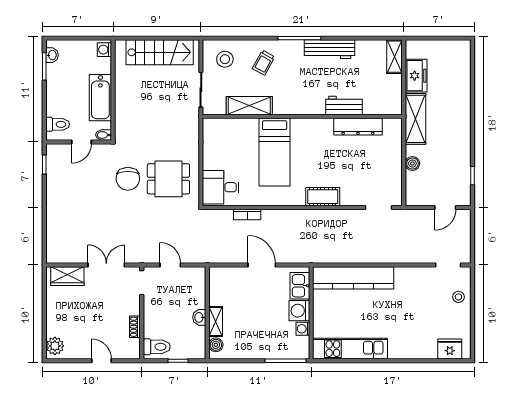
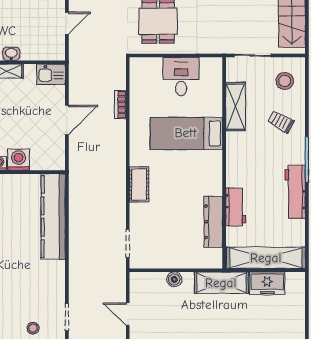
shelving: (395, 57) -> (266, 258), width x2.20, depth x1.33
desk: (221, 187) -> (181, 76), moved
kitchen sink: (300, 286) -> (51, 74), moved, turned 180

